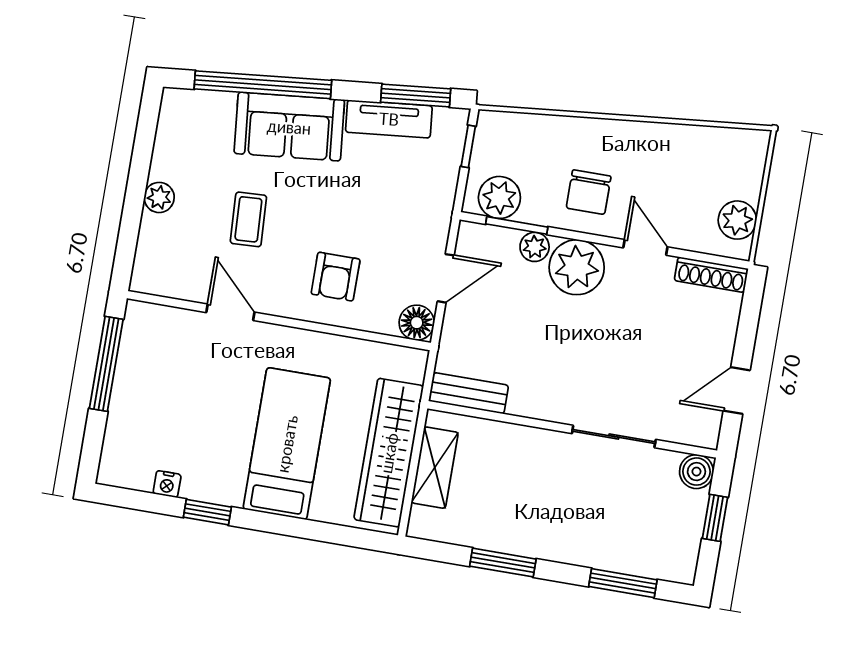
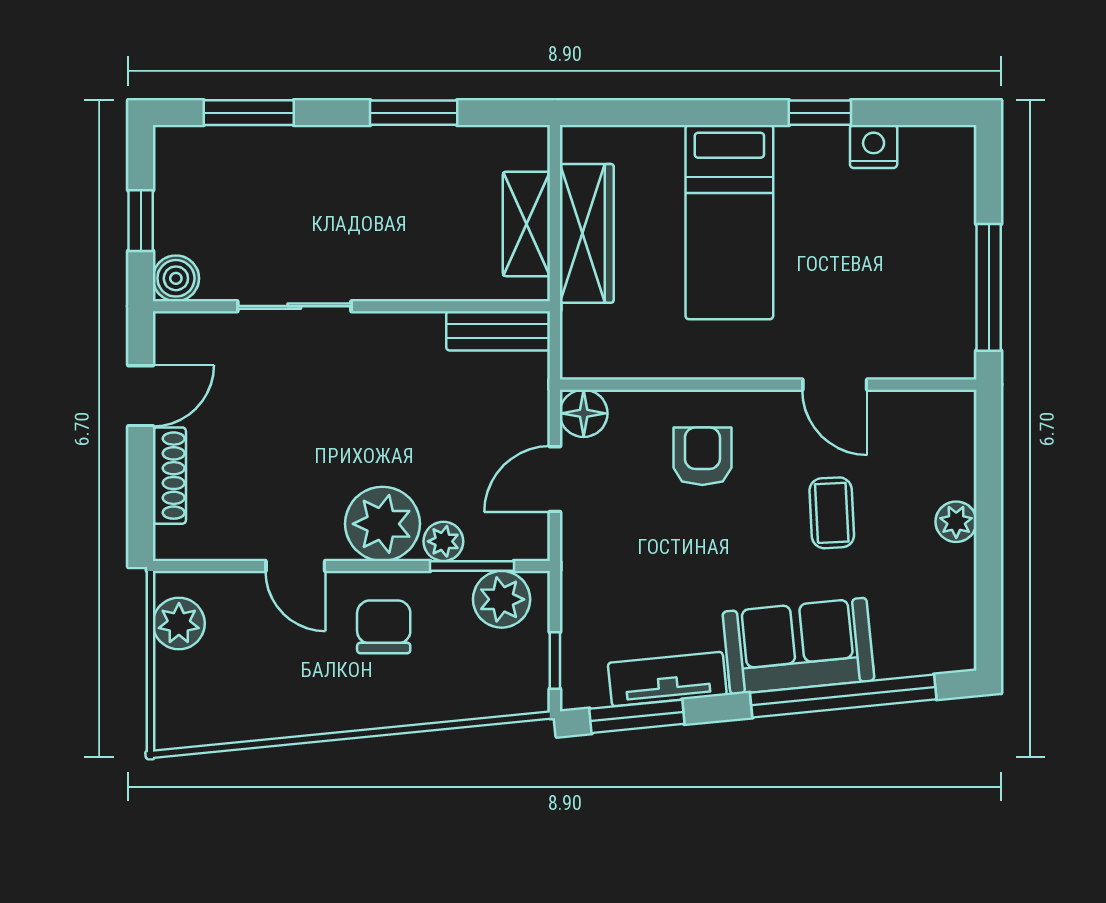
shoe rack: (711, 275) -> (169, 476), moved, turned 90
wardrobe: (389, 453) -> (587, 233), width x0.71, depth x0.85
nightstand: (167, 484) -> (874, 146), width x1.39, depth x1.35

